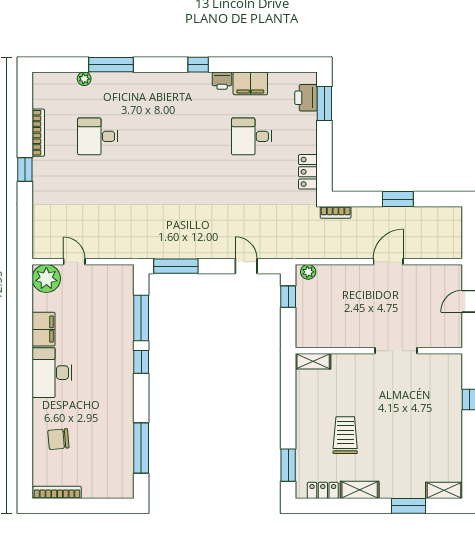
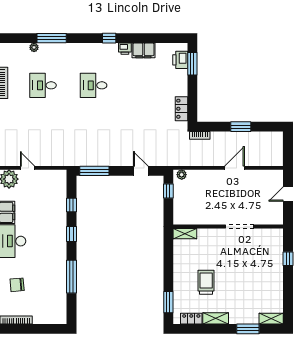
desk: (252, 136) -> (94, 85), moved
window: (141, 318) -> (71, 205), width x0.46
window: (141, 448) -> (71, 277), moved

